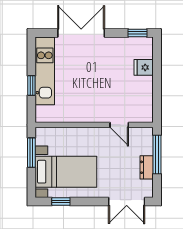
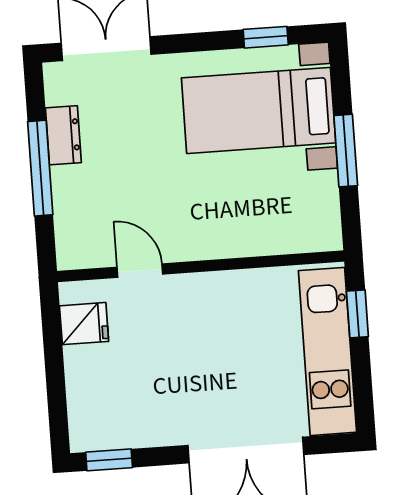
fridge: (144, 67) -> (84, 324), moved
wall: (94, 125) -> (201, 266), moved
door: (119, 125) -> (140, 271), moved

